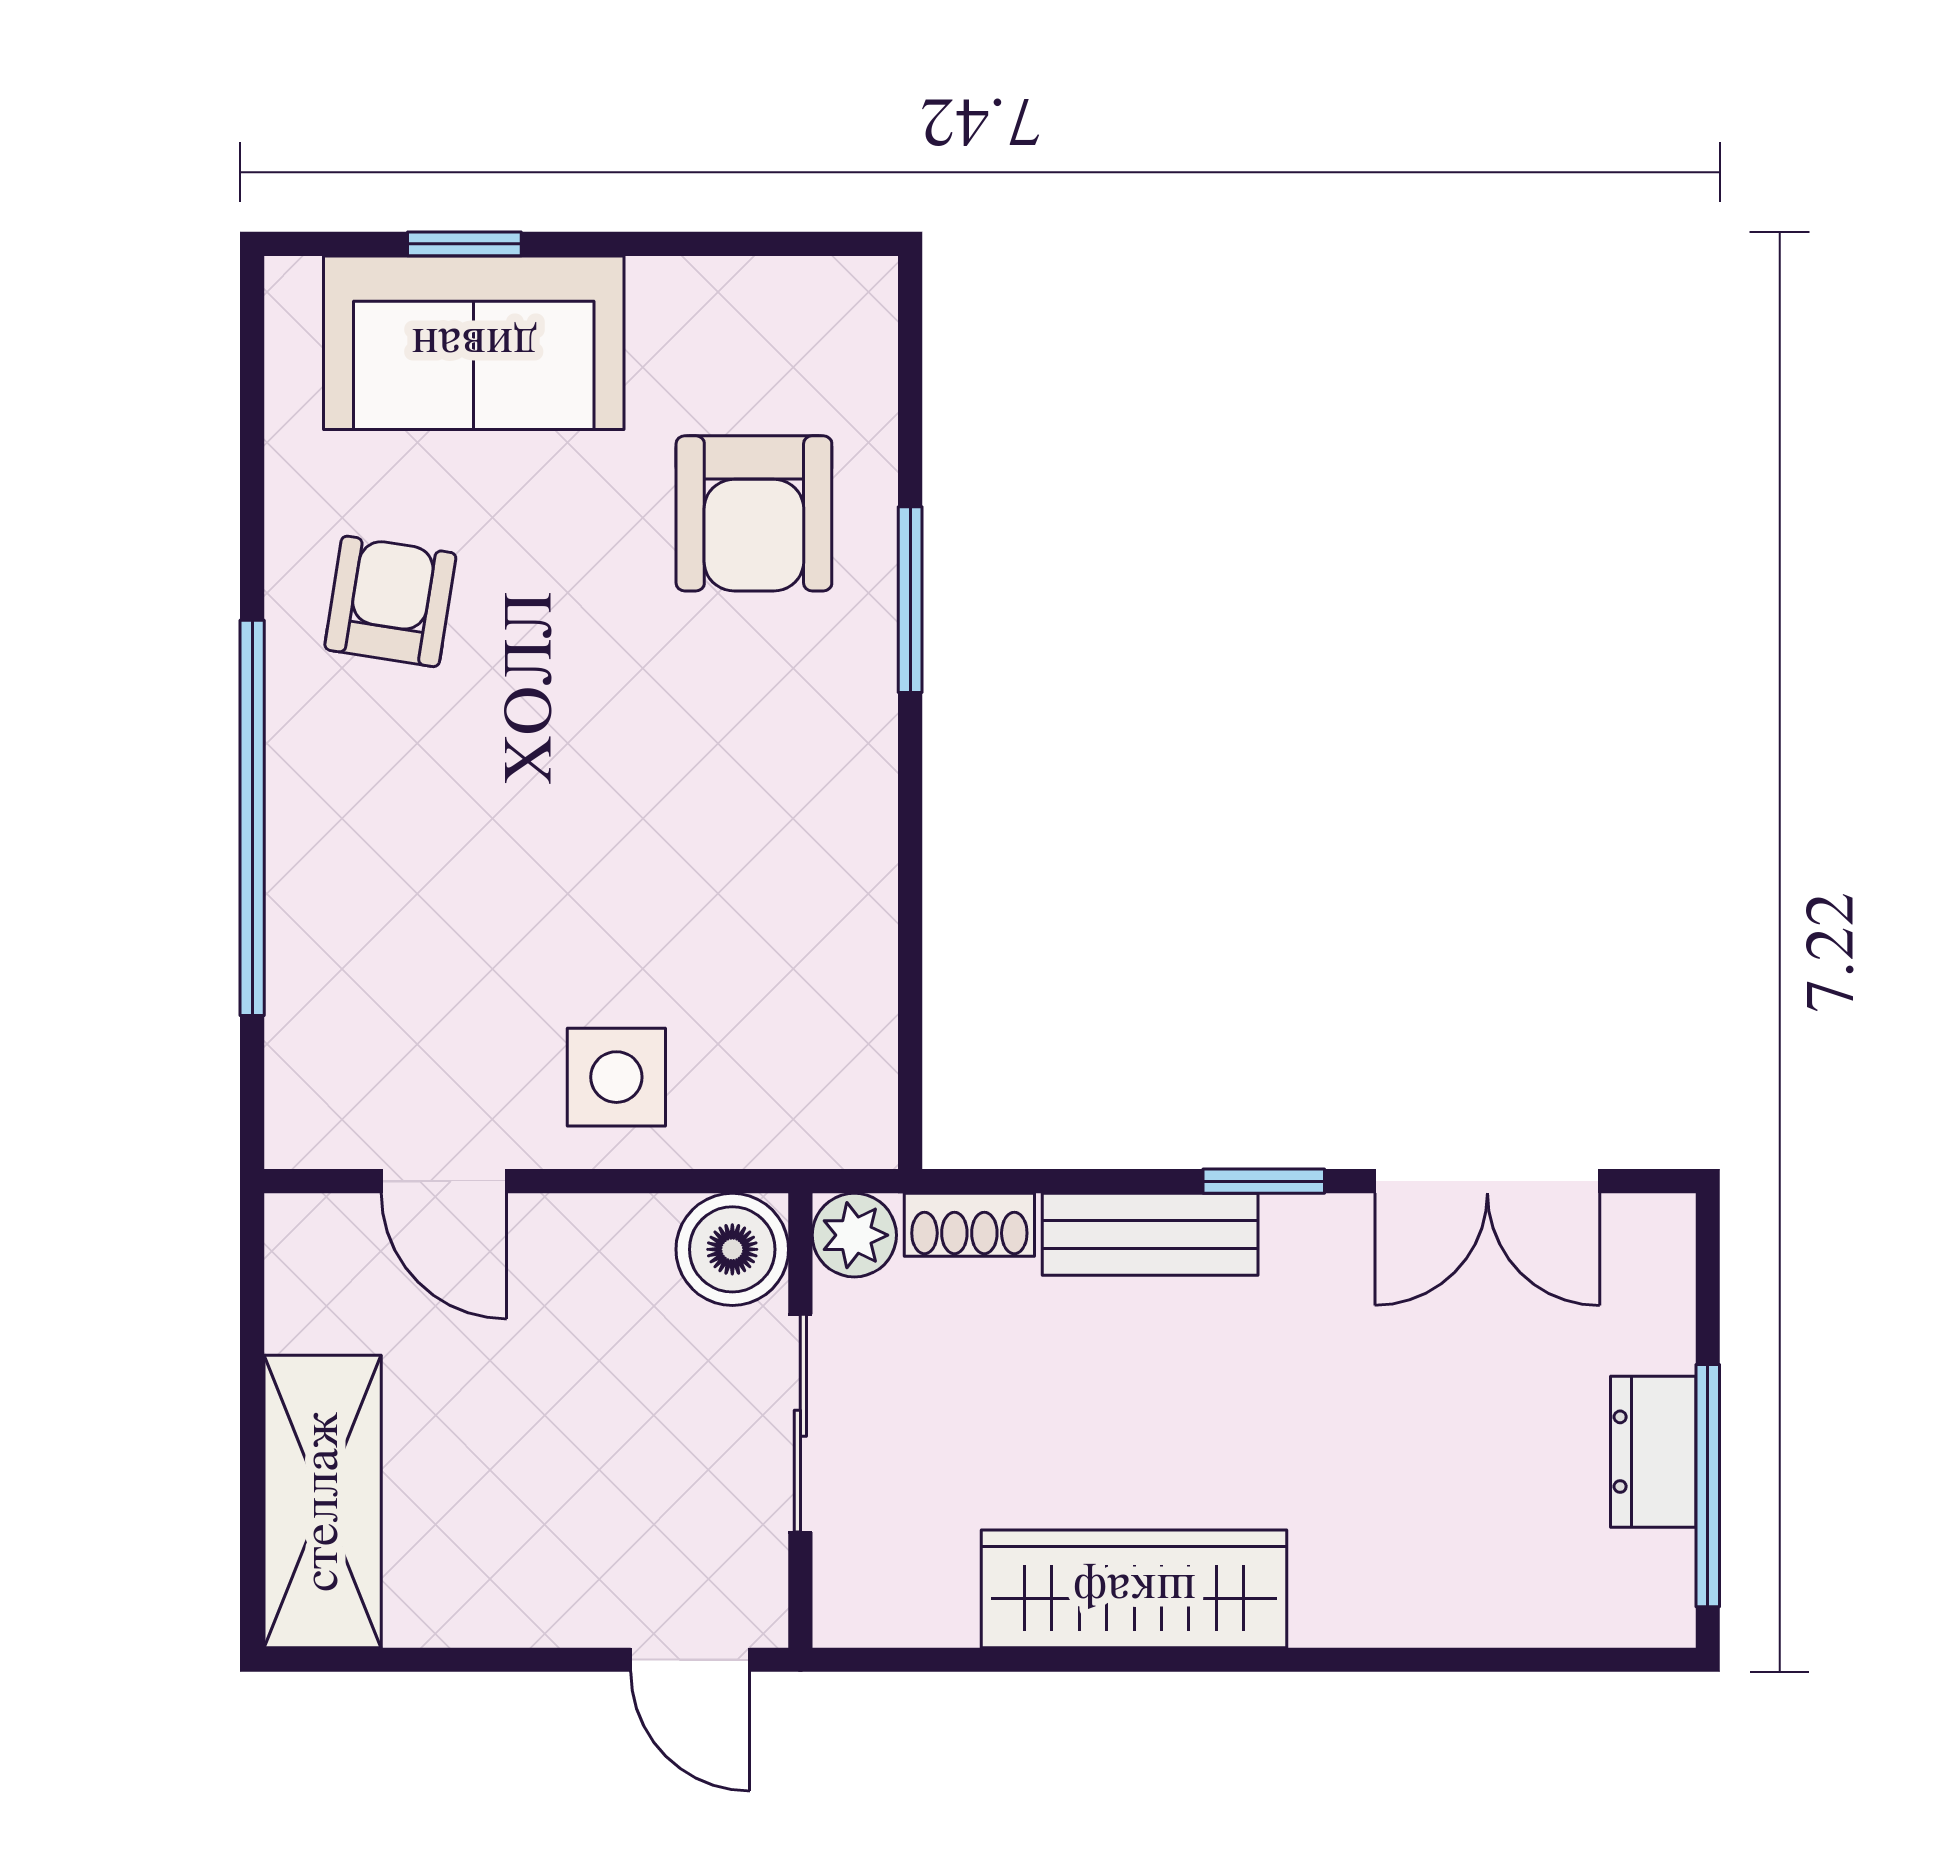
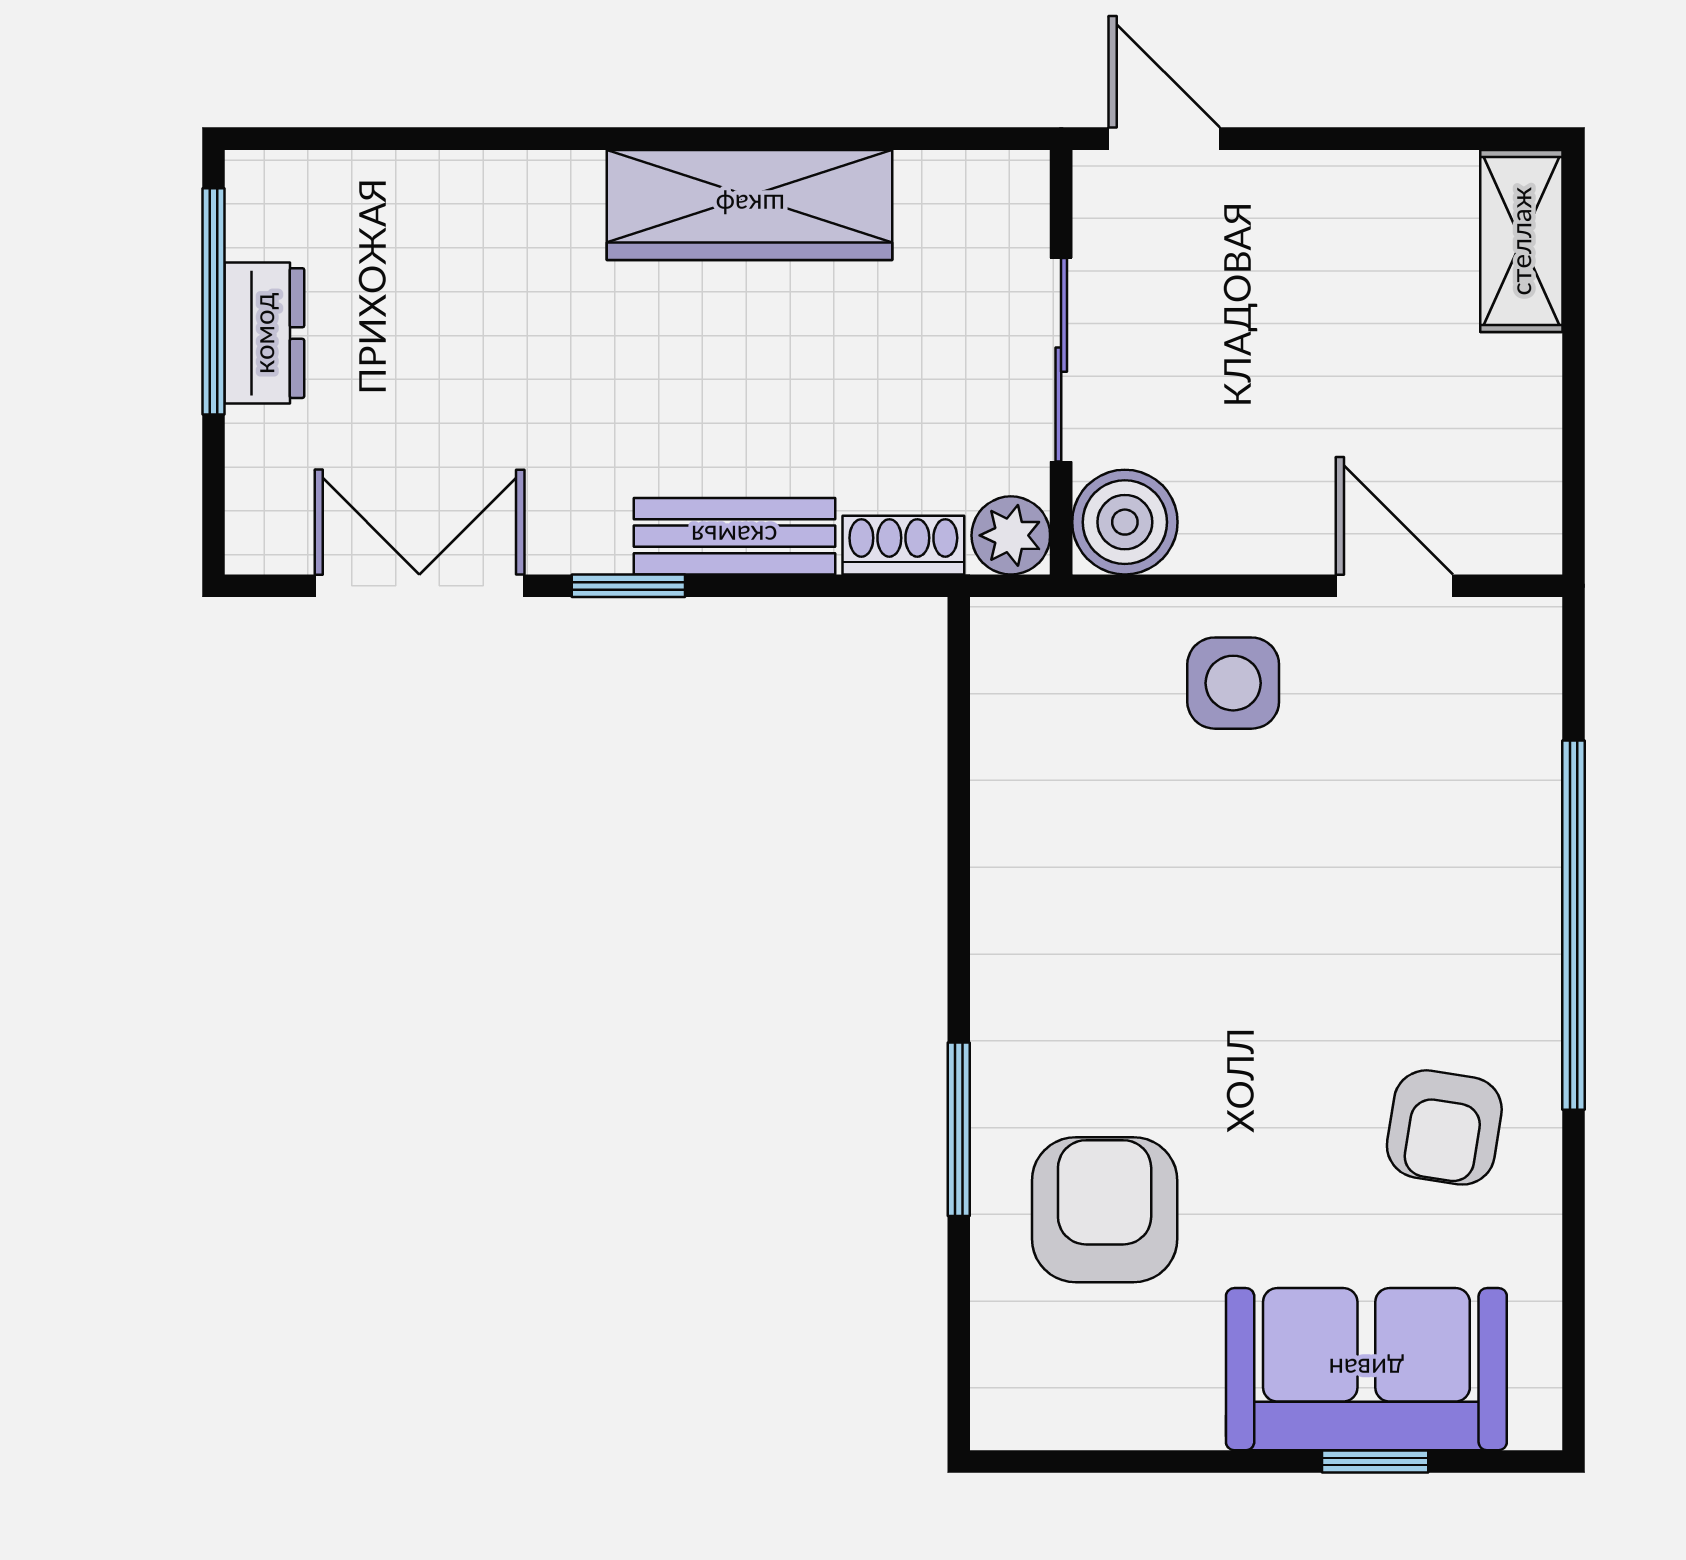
shelving: (323, 1502) -> (1521, 241), width x0.67, depth x0.75

